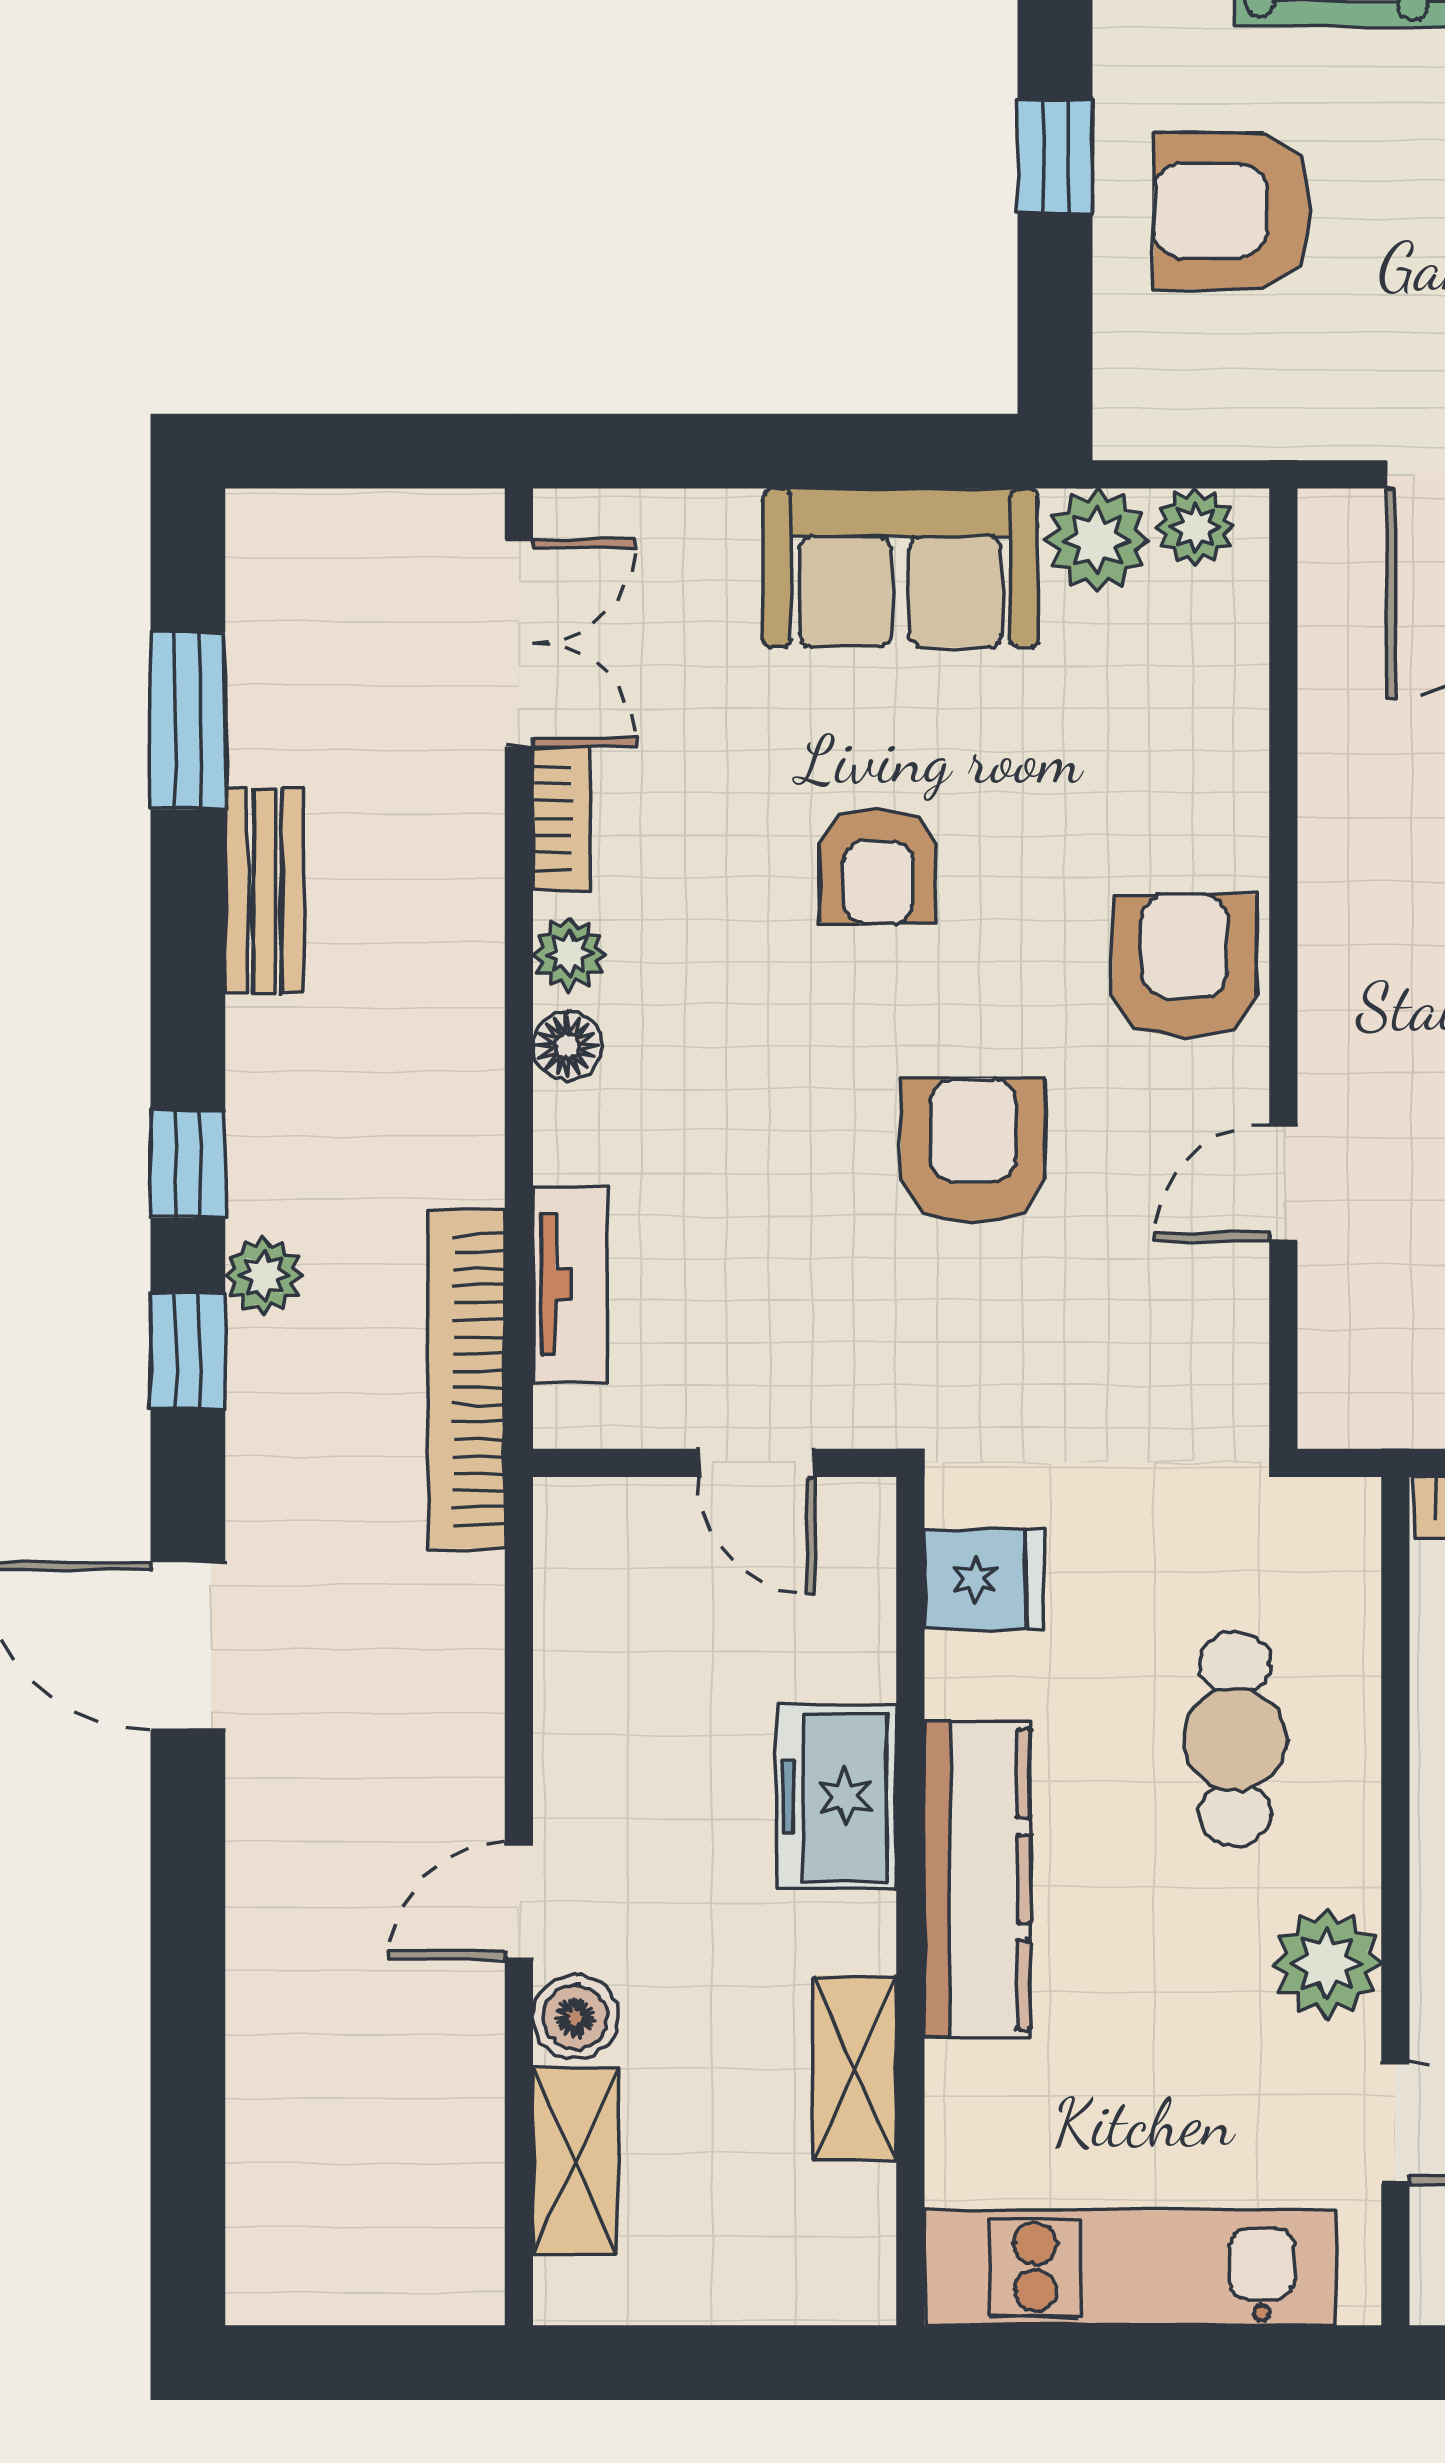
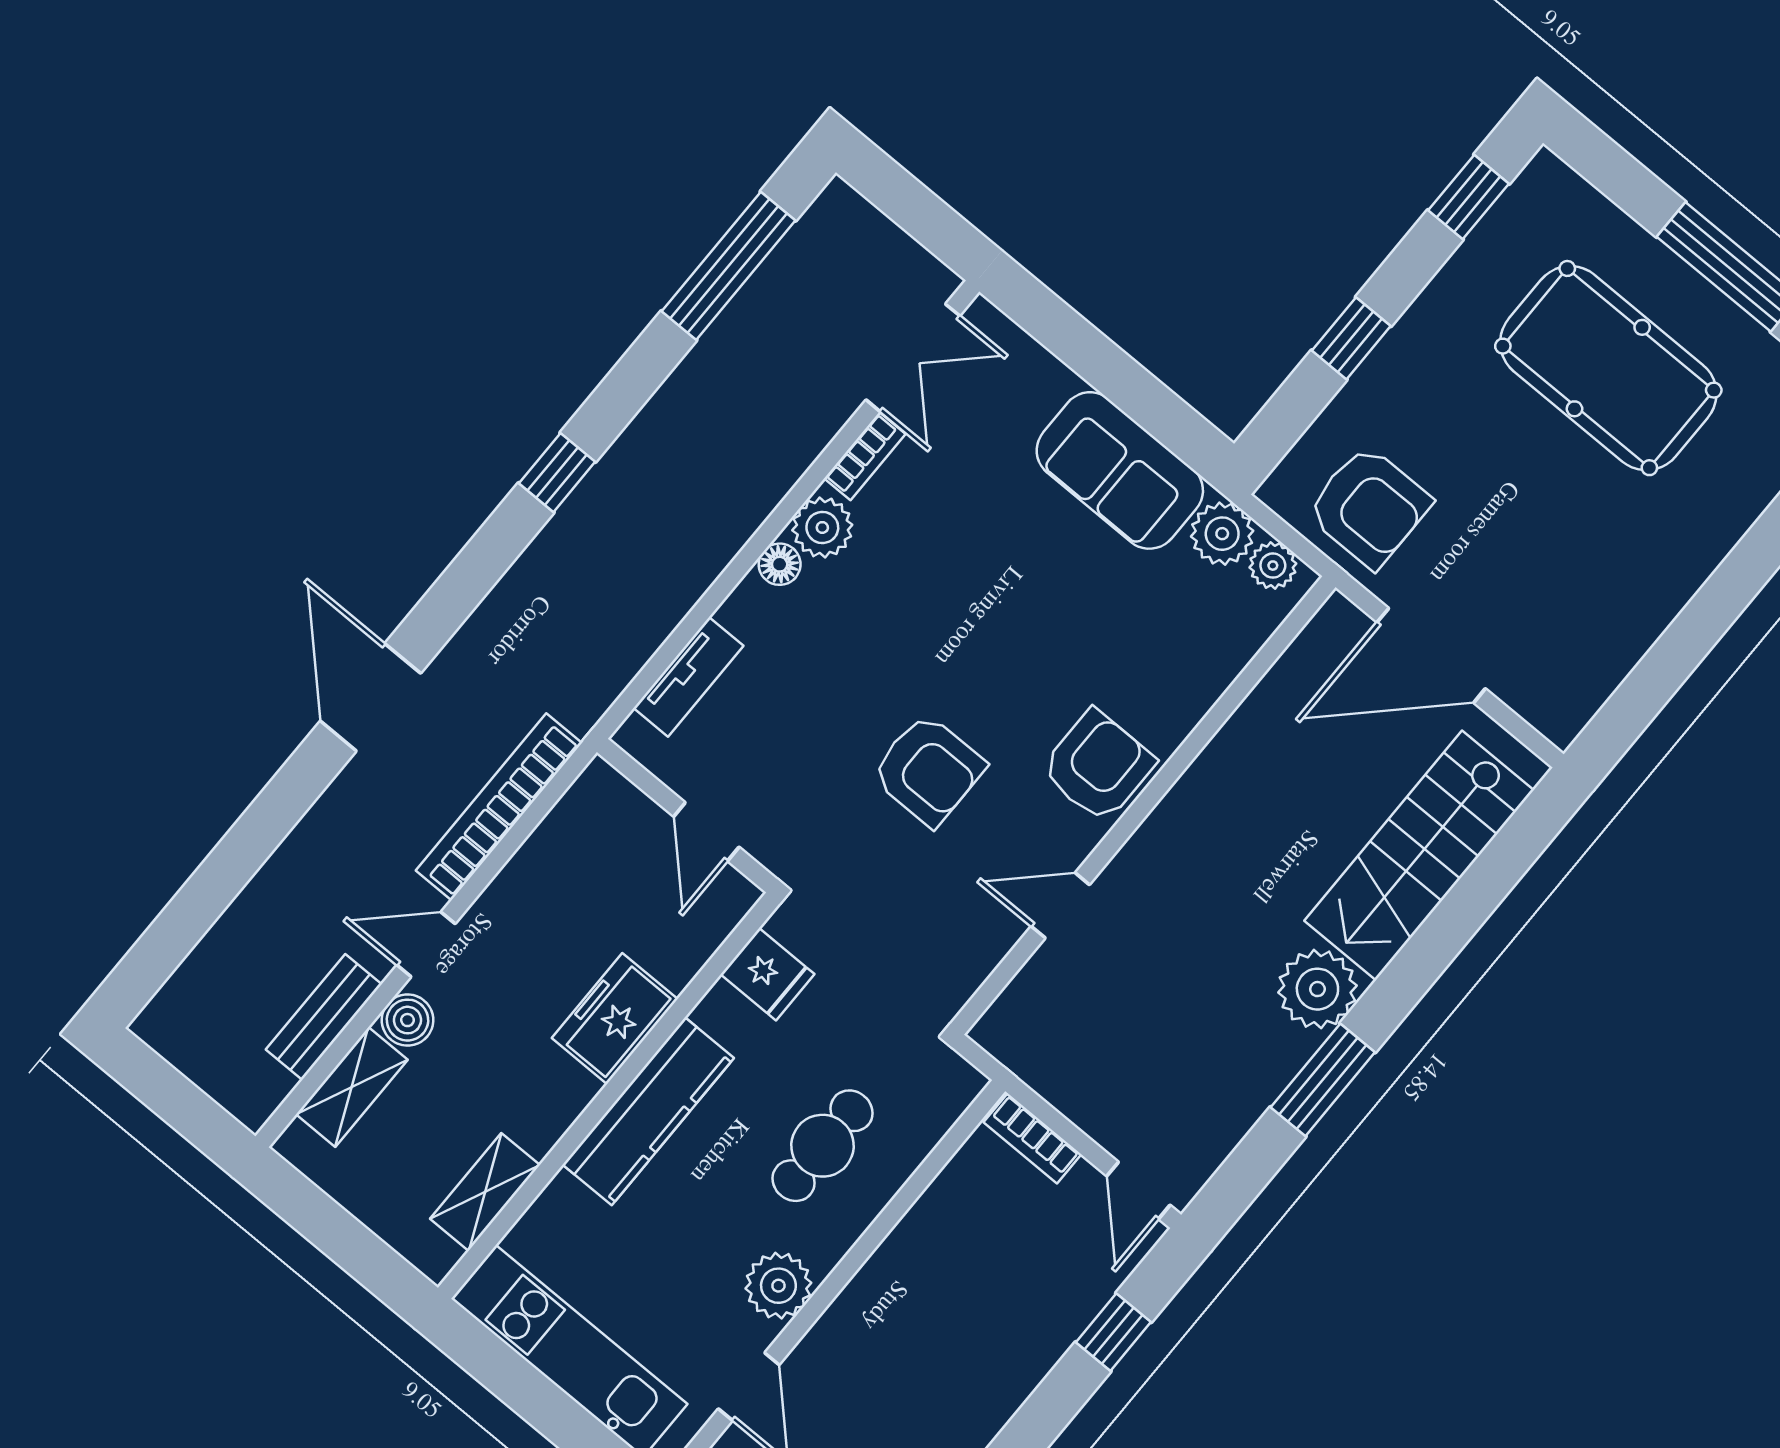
armchair: (1232, 211) -> (1369, 507), moved, turned 180
window: (188, 721) -> (729, 266), width x1.44
armchair: (878, 866) -> (994, 601), removed
bench: (264, 891) -> (324, 1017), moved
plant: (569, 954) -> (822, 527), width x1.38, depth x1.38
armchair: (973, 1150) -> (928, 770), turned 90
plant: (264, 1276) -> (549, 554), removed
window: (188, 1351) -> (485, 560), removed
bookcase: (467, 1379) -> (499, 807), moved
shelving: (855, 2068) -> (485, 1192), moved

